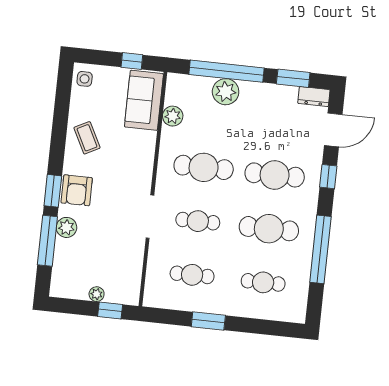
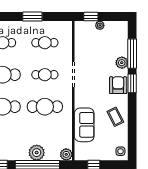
sofa: (144, 100) -> (84, 125), moved
plant: (173, 116) -> (66, 154), moved

